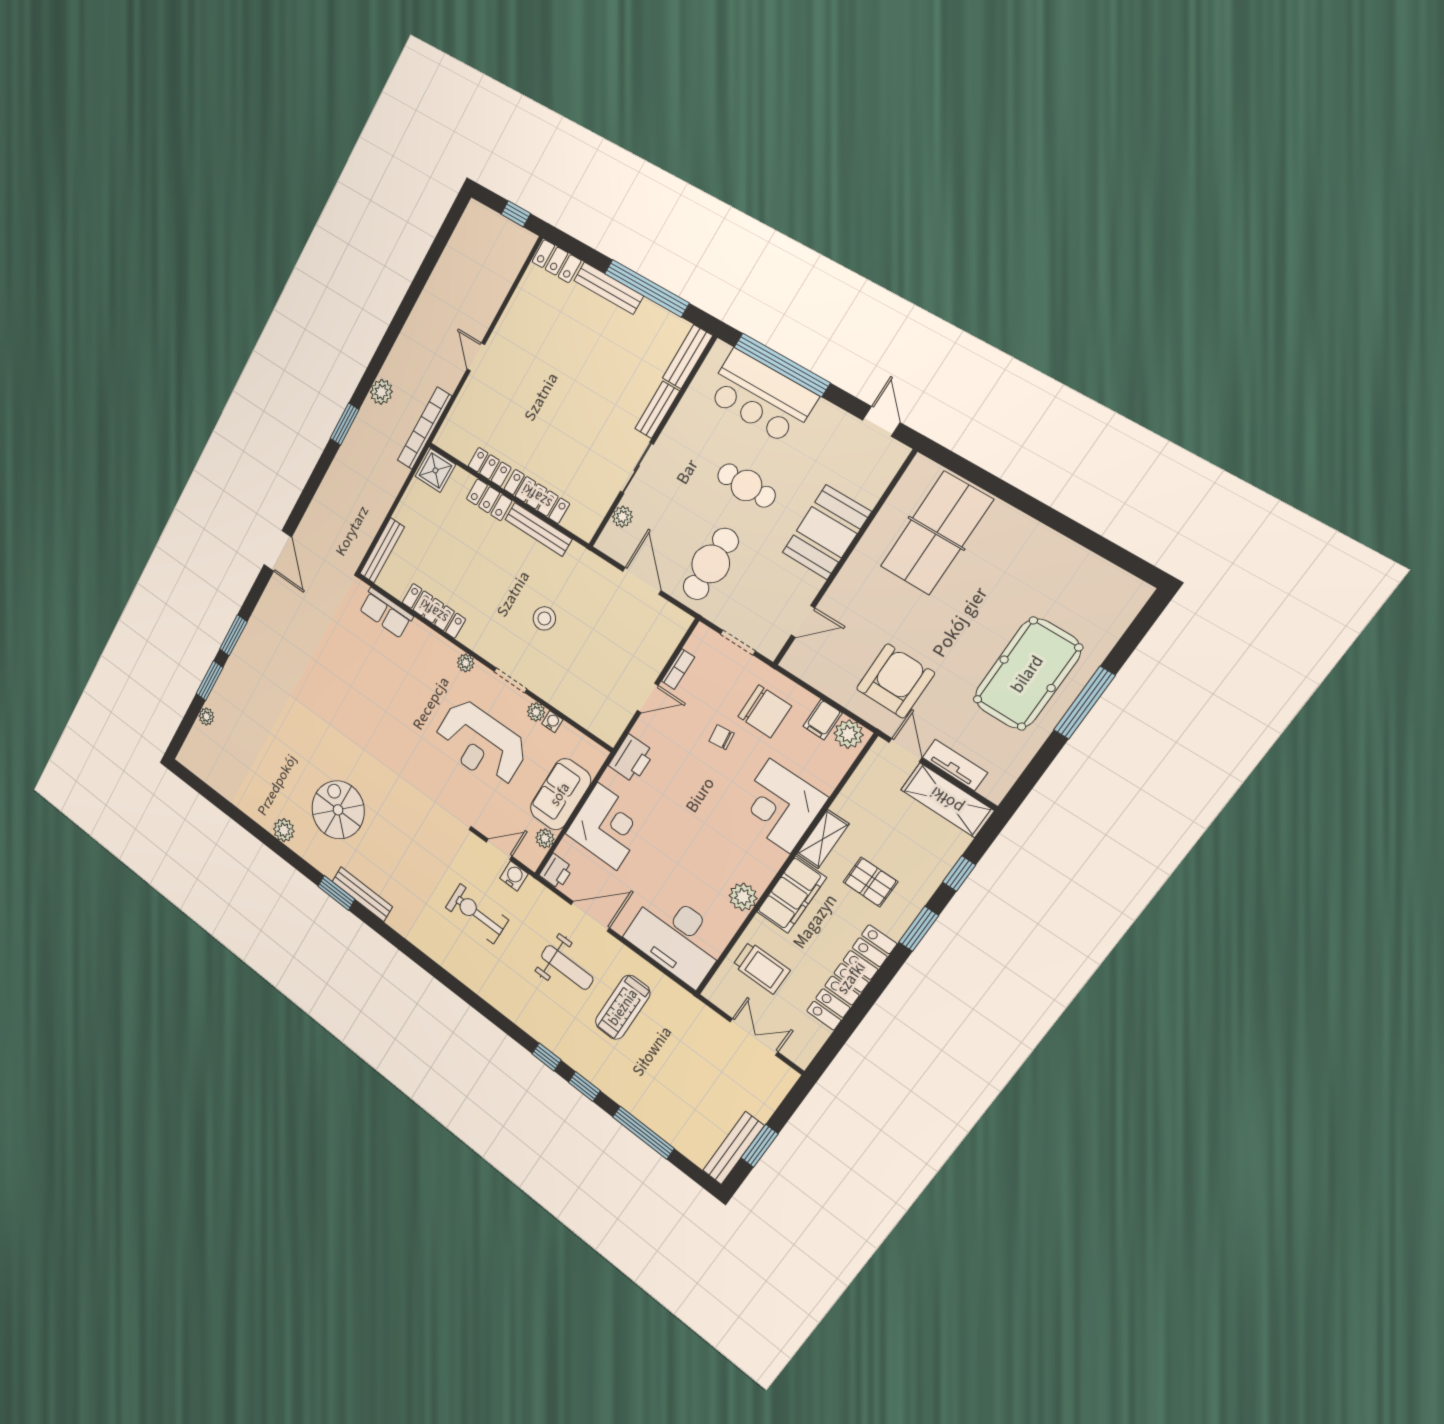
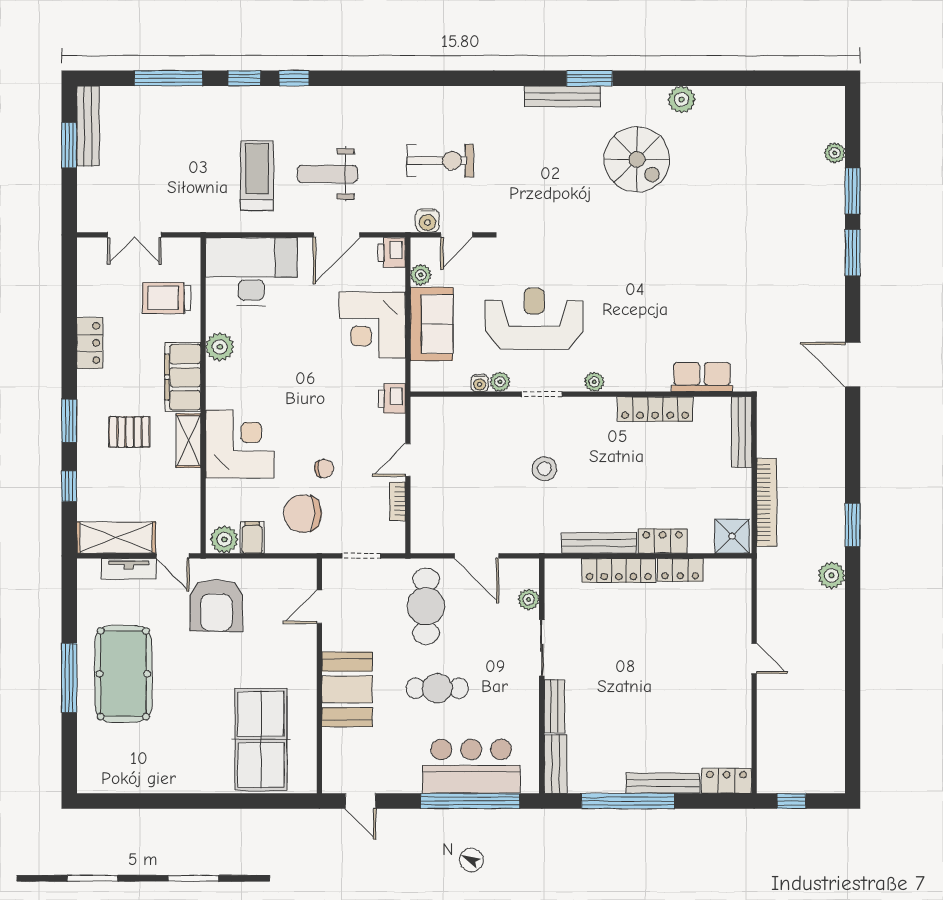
bookcase: (424, 428) -> (767, 502), moved
printer: (631, 759) -> (392, 399), width x0.73, depth x0.81
locker: (851, 978) -> (90, 343), width x0.46, depth x0.83

